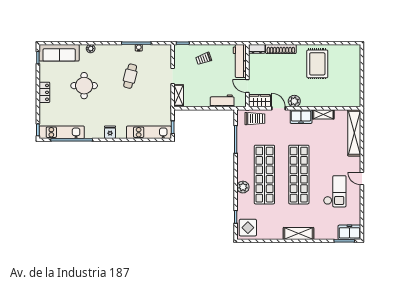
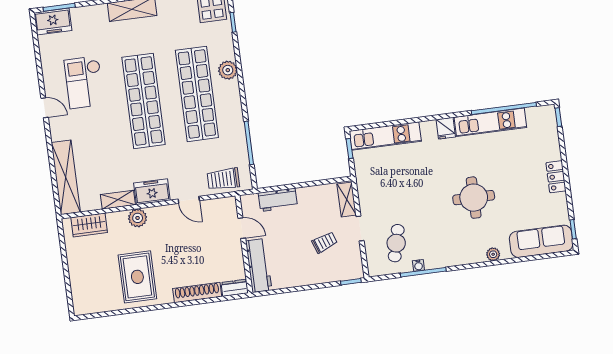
trolley: (204, 59) -> (325, 242), moved
cafe table: (130, 76) -> (396, 243), moved
round table: (84, 86) -> (474, 198), moved
wardrobe: (259, 101) -> (89, 225), moved
plant: (294, 101) -> (138, 218), moved
kitchen unit: (62, 132) -> (490, 122), moved

